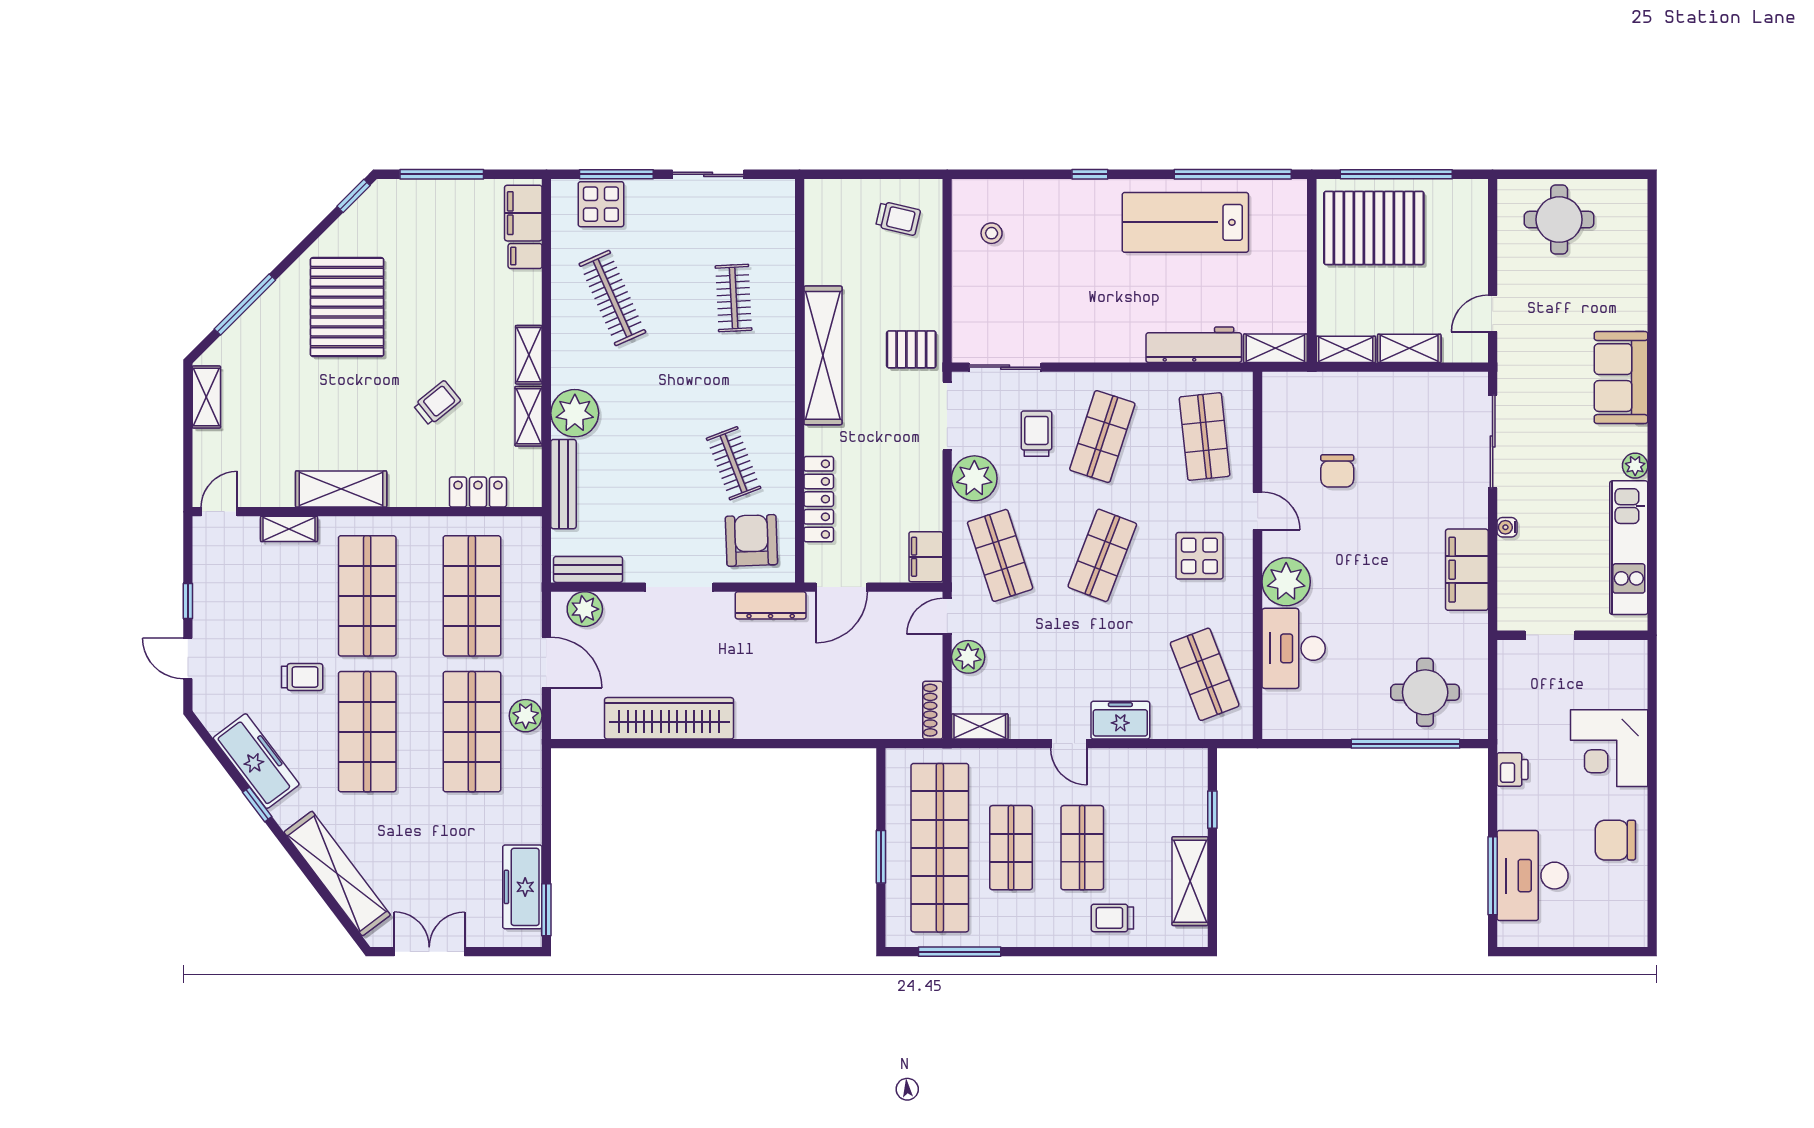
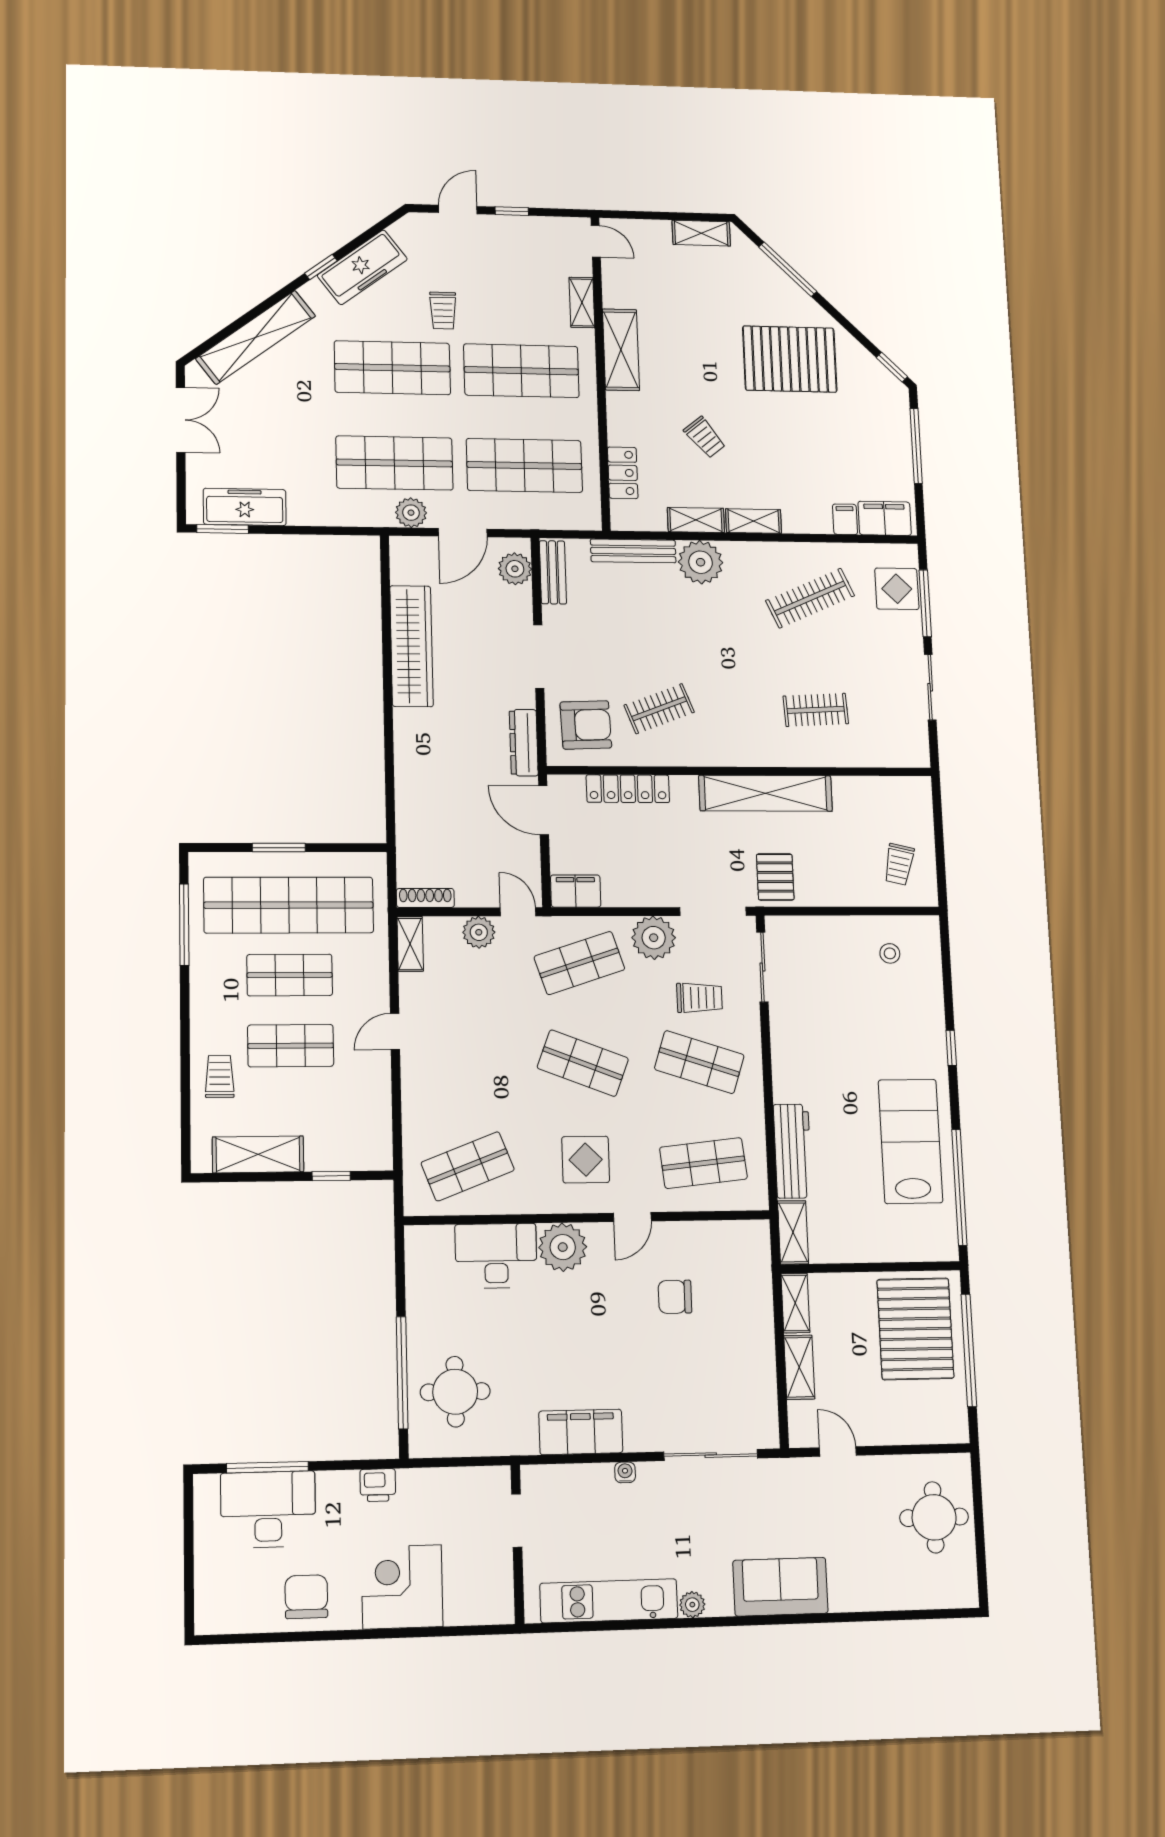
freezer: (1120, 720) -> (420, 1083), removed

